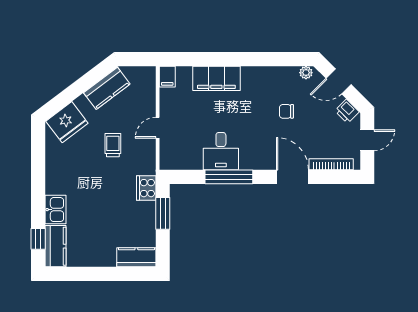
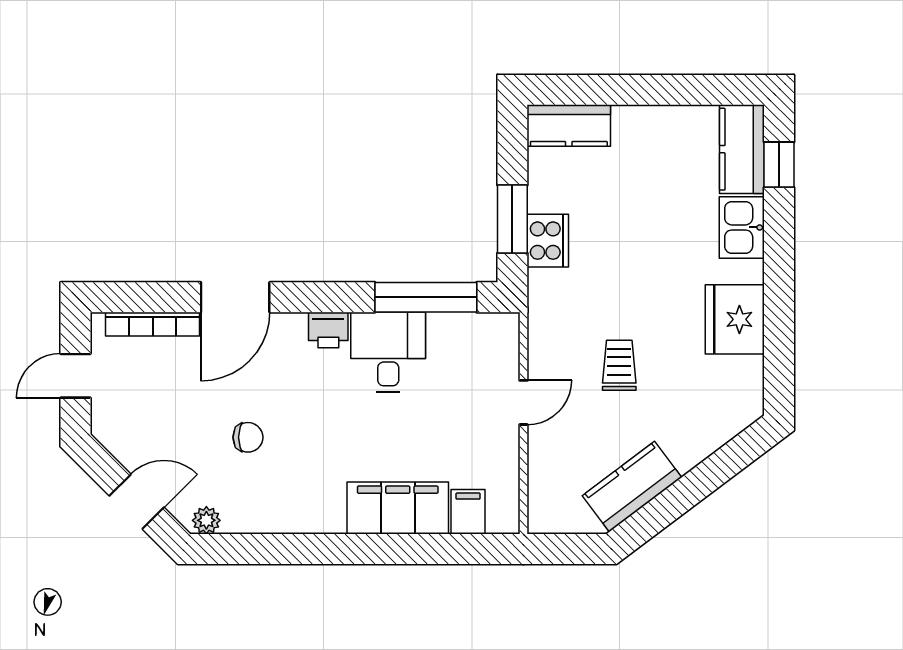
filing cabinet: (167, 77) -> (468, 512), moved
printer: (347, 111) -> (328, 330), moved, turned 135
fridge: (67, 122) -> (735, 319), moved, turned -53
trolley: (113, 145) -> (619, 365), turned 180
window: (229, 177) -> (426, 297), moved
door: (292, 177) -> (235, 297), hinge flipped
cooker: (146, 188) -> (548, 241), moved

